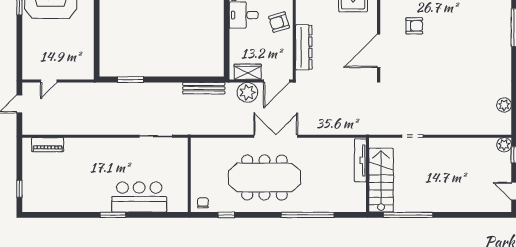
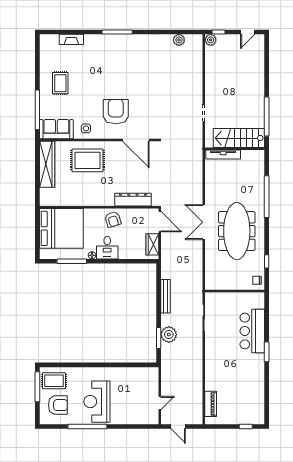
armchair: (414, 26) -> (116, 112), width x1.88, depth x1.88
door: (49, 81) -> (160, 403), hinge flipped
bench: (204, 88) -> (166, 296), moved
plant: (247, 92) -> (169, 335), moved

